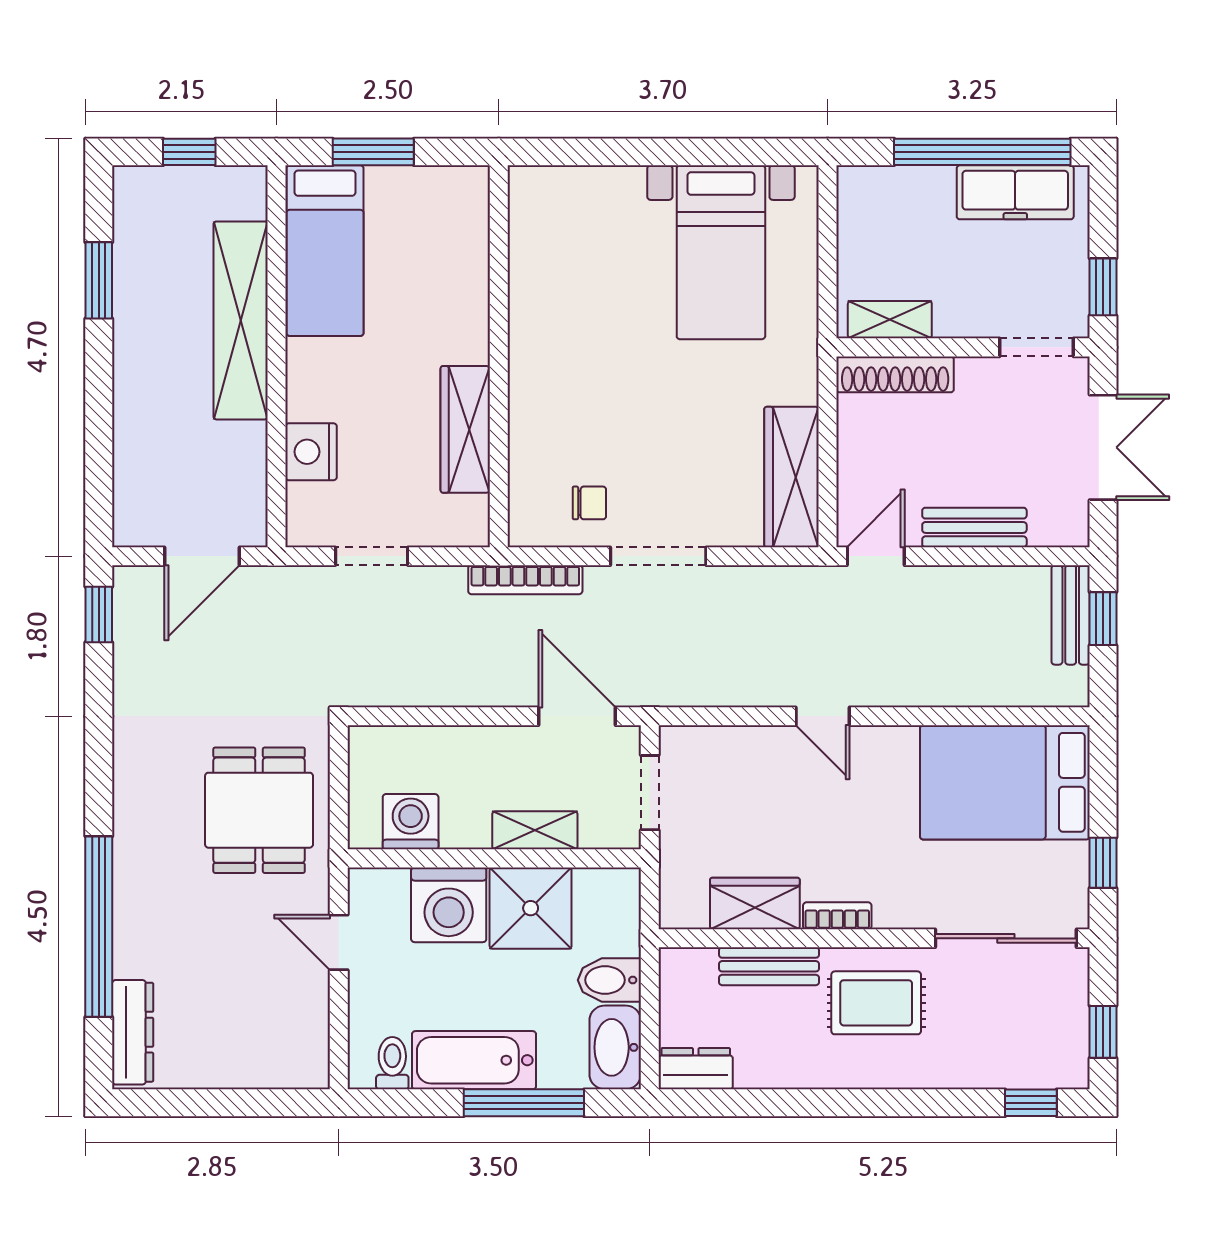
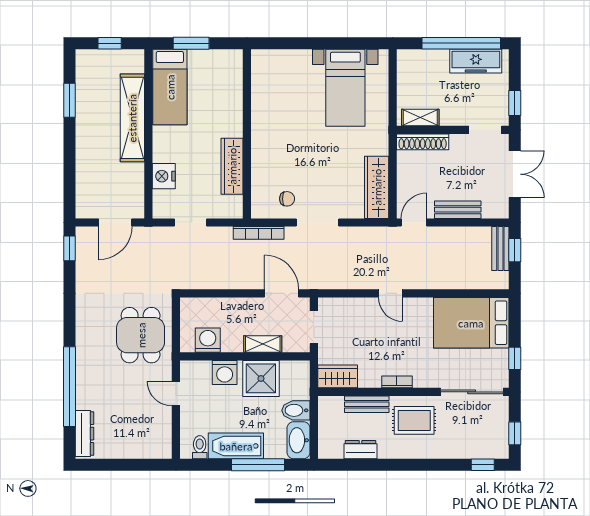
wardrobe: (755, 903) -> (338, 376), moved
washing machine: (449, 905) -> (225, 373), width x0.73, depth x0.73
dresser: (696, 1069) -> (361, 450), moved

